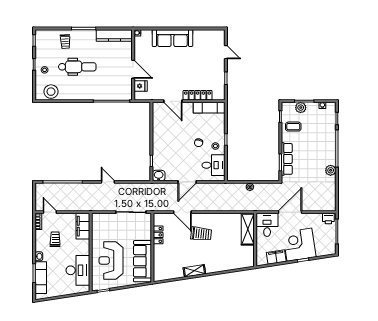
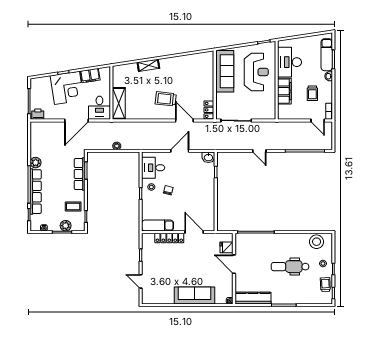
trolley: (65, 41) -> (325, 285), moved
row of seats: (331, 141) -> (36, 192), added
filing cabinet: (83, 226) -> (284, 91), moved
locker: (158, 235) -> (209, 110), moved
shelving: (194, 271) -> (148, 65), moved

